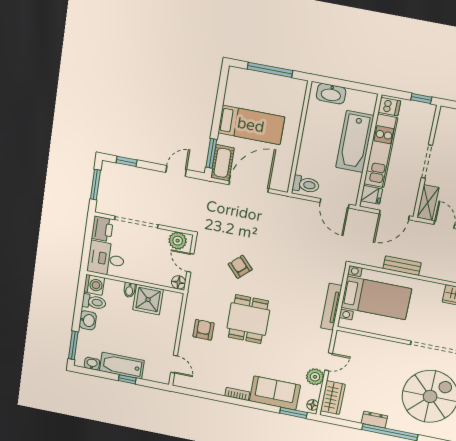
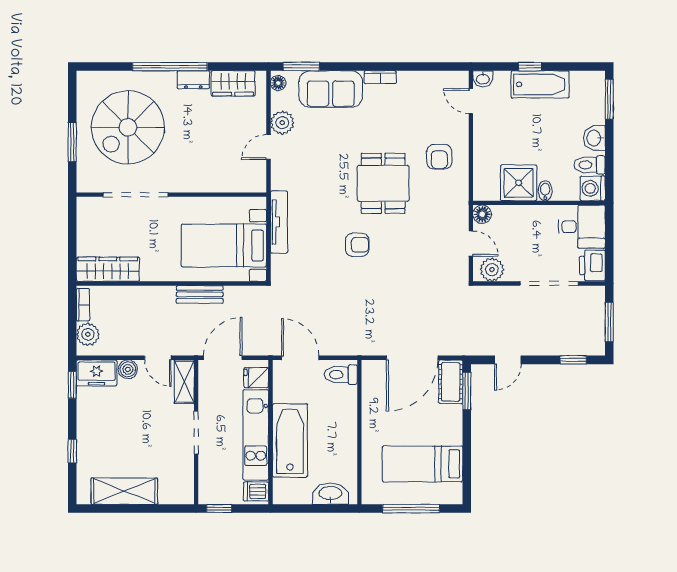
bed: (251, 125) -> (422, 464), moved
armchair: (240, 267) -> (357, 245), moved, turned -47
washbasin: (92, 364) -> (483, 79), moved
wardrobe: (333, 398) -> (233, 83), moved, turned -90

